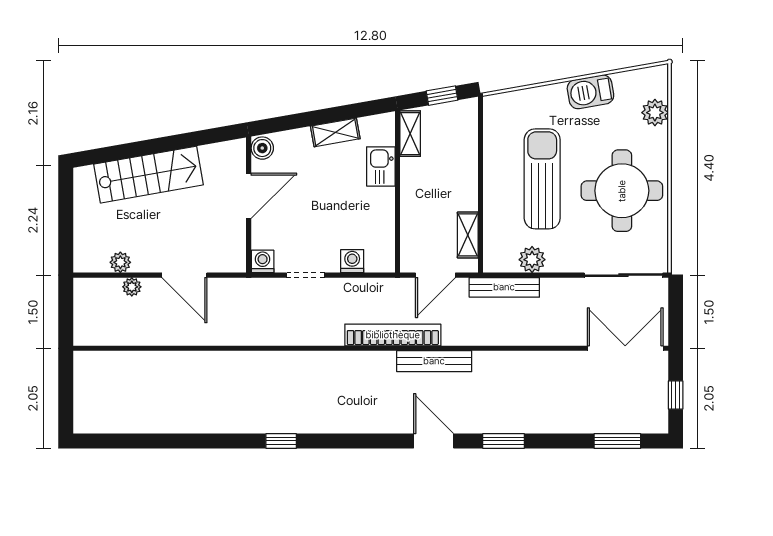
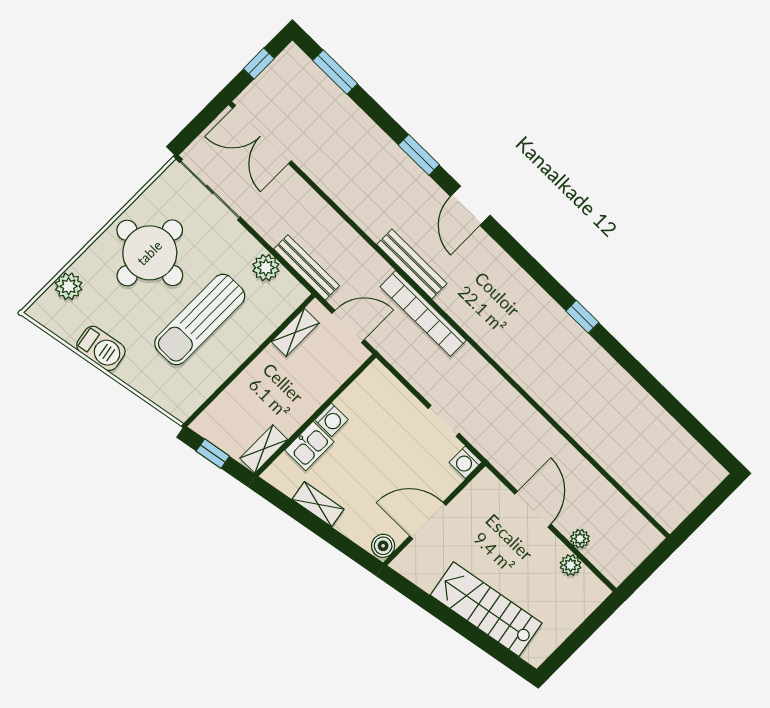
washing machine: (352, 261) -> (331, 420), moved, turned -90

